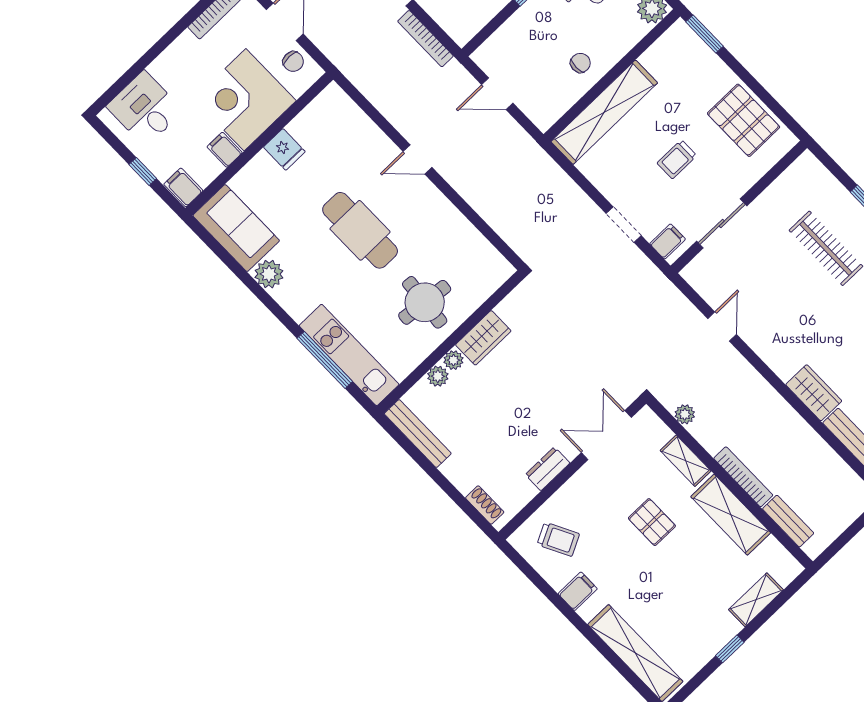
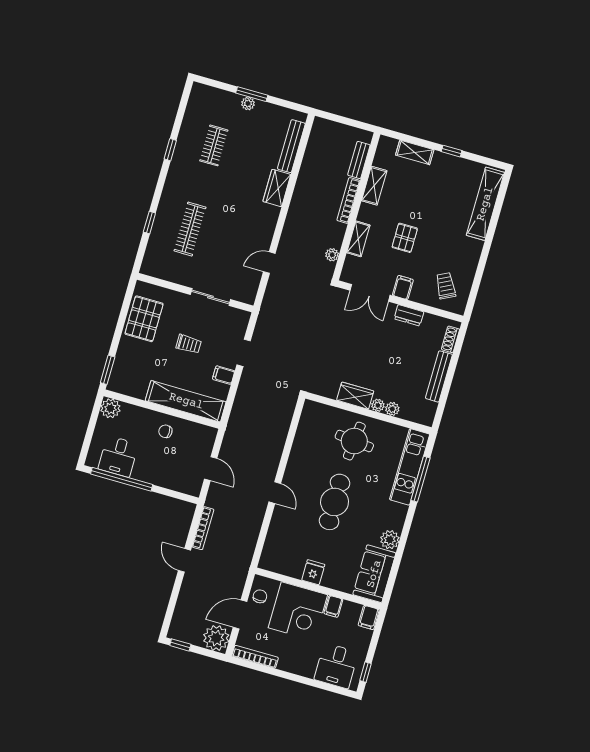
window: (143, 172) -> (366, 672), moved
filing cabinet: (668, 241) -> (224, 375), moved
bench: (418, 434) -> (439, 376), moved
shelving: (731, 515) -> (374, 186), width x0.67, depth x0.75
filing cabinet: (578, 591) -> (403, 288), moved, turned 90

